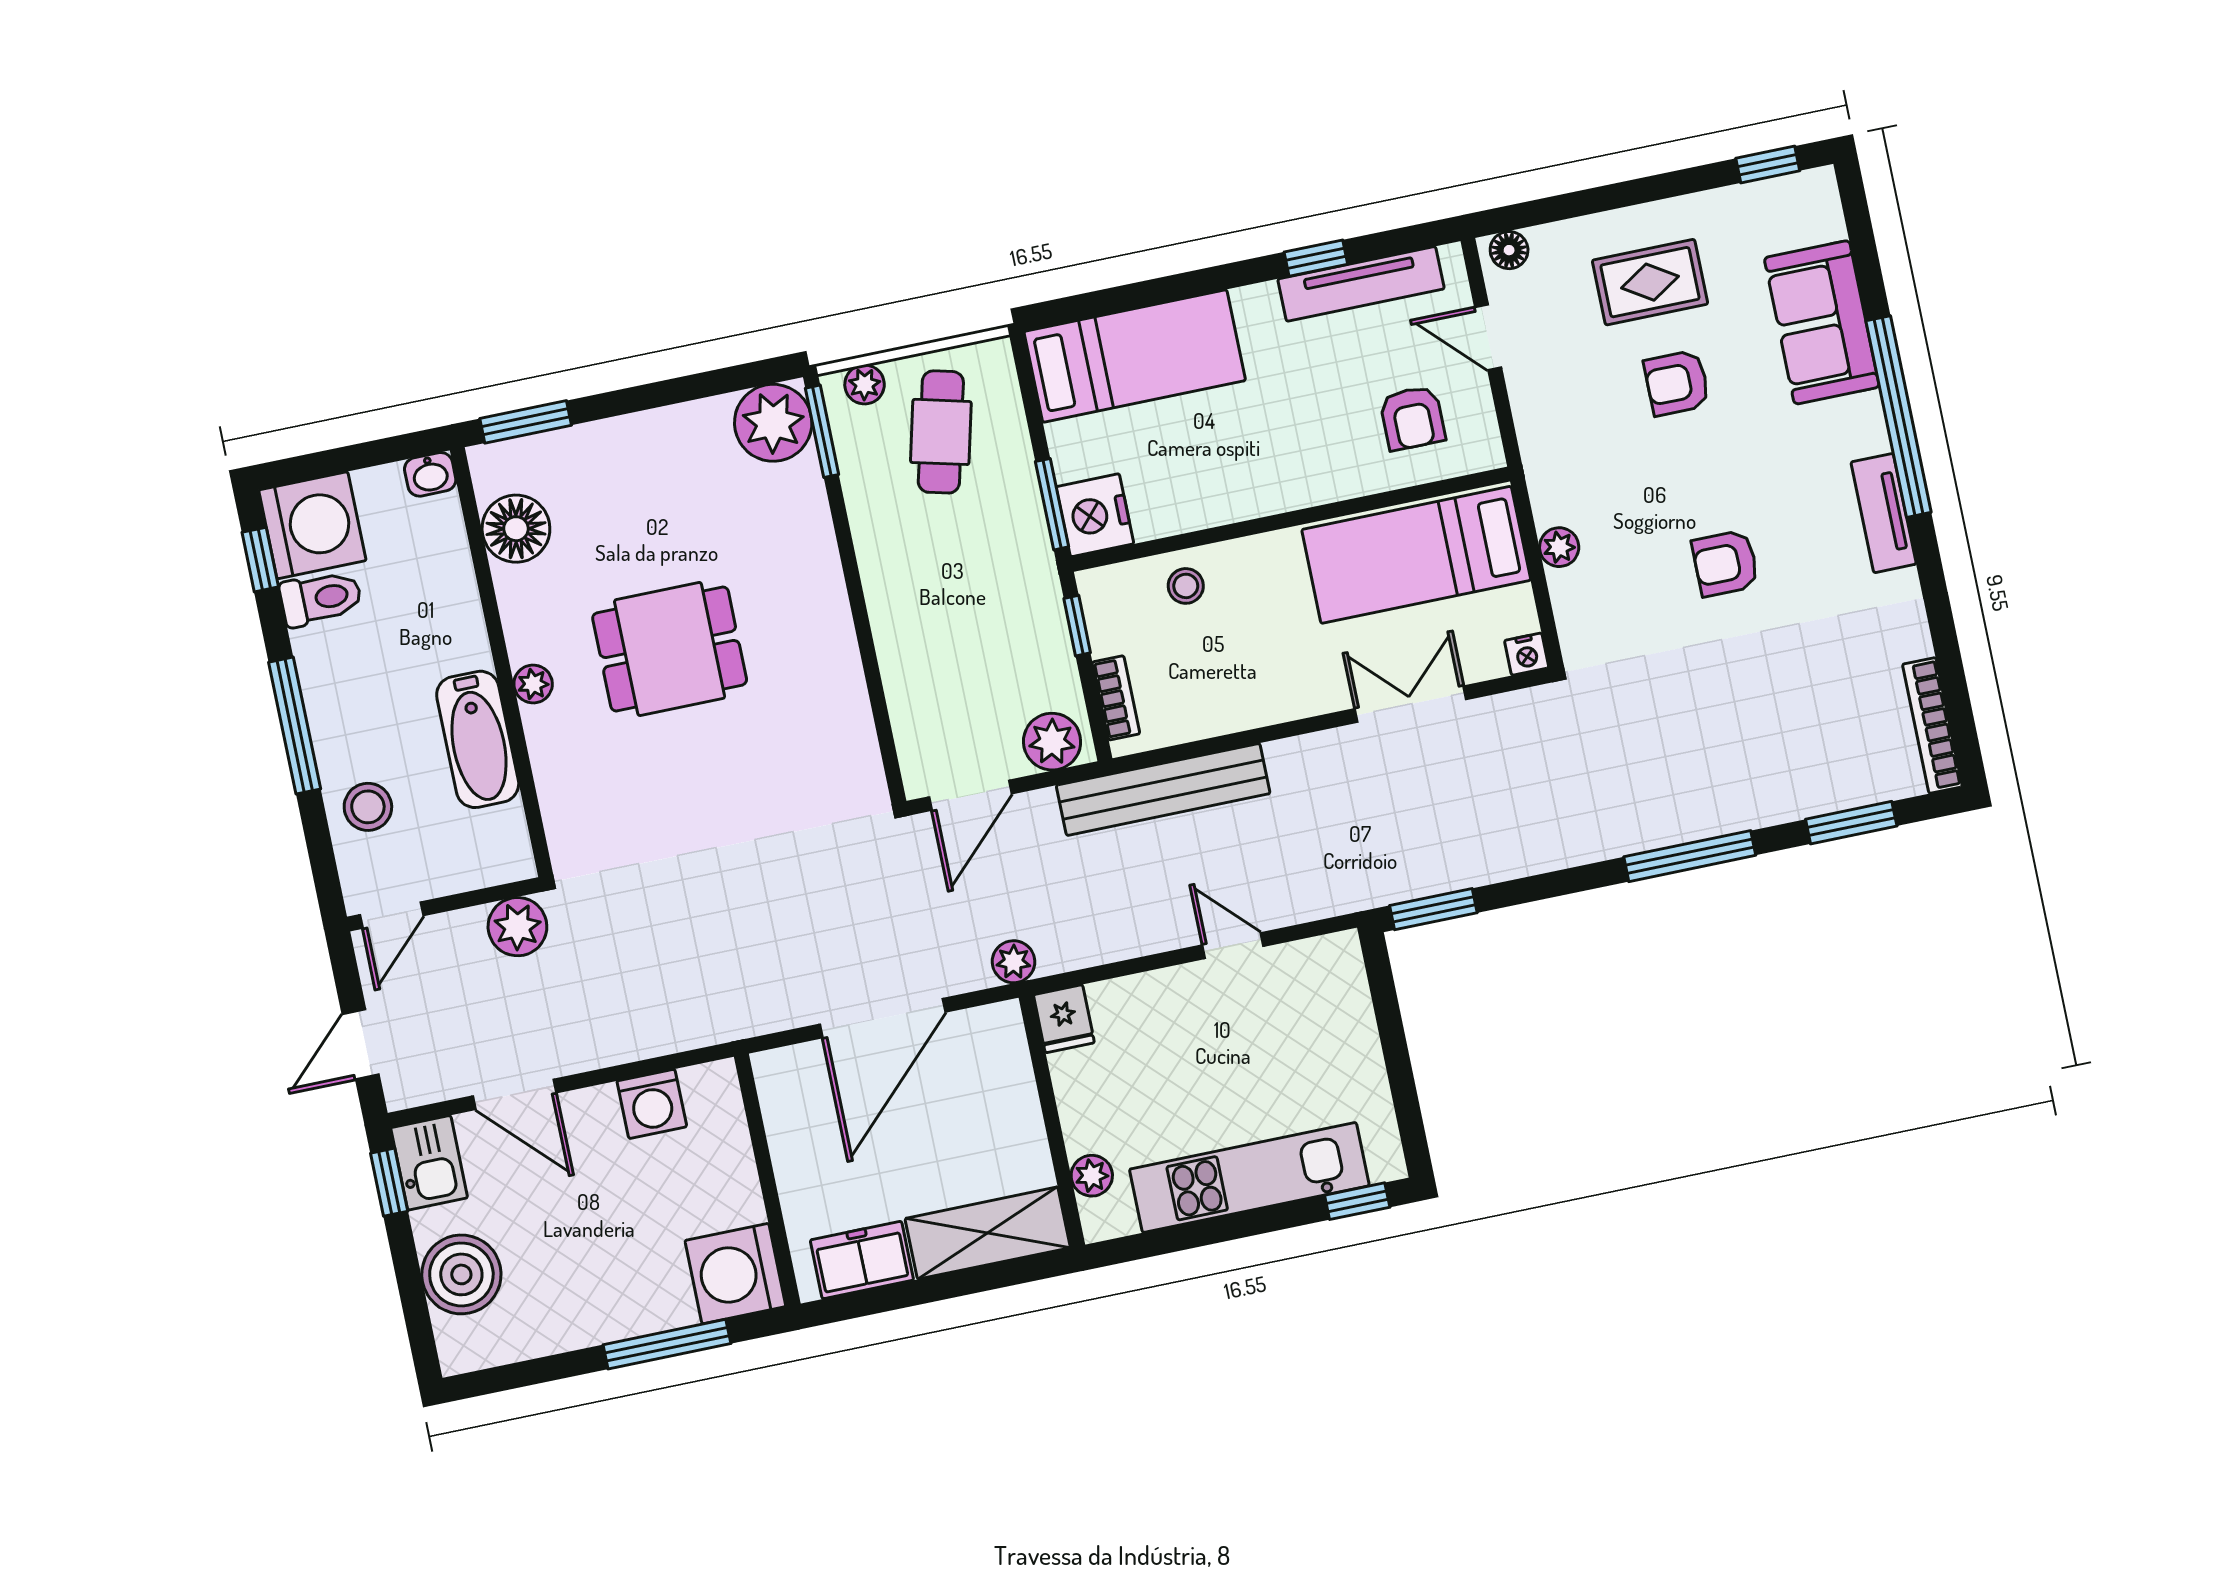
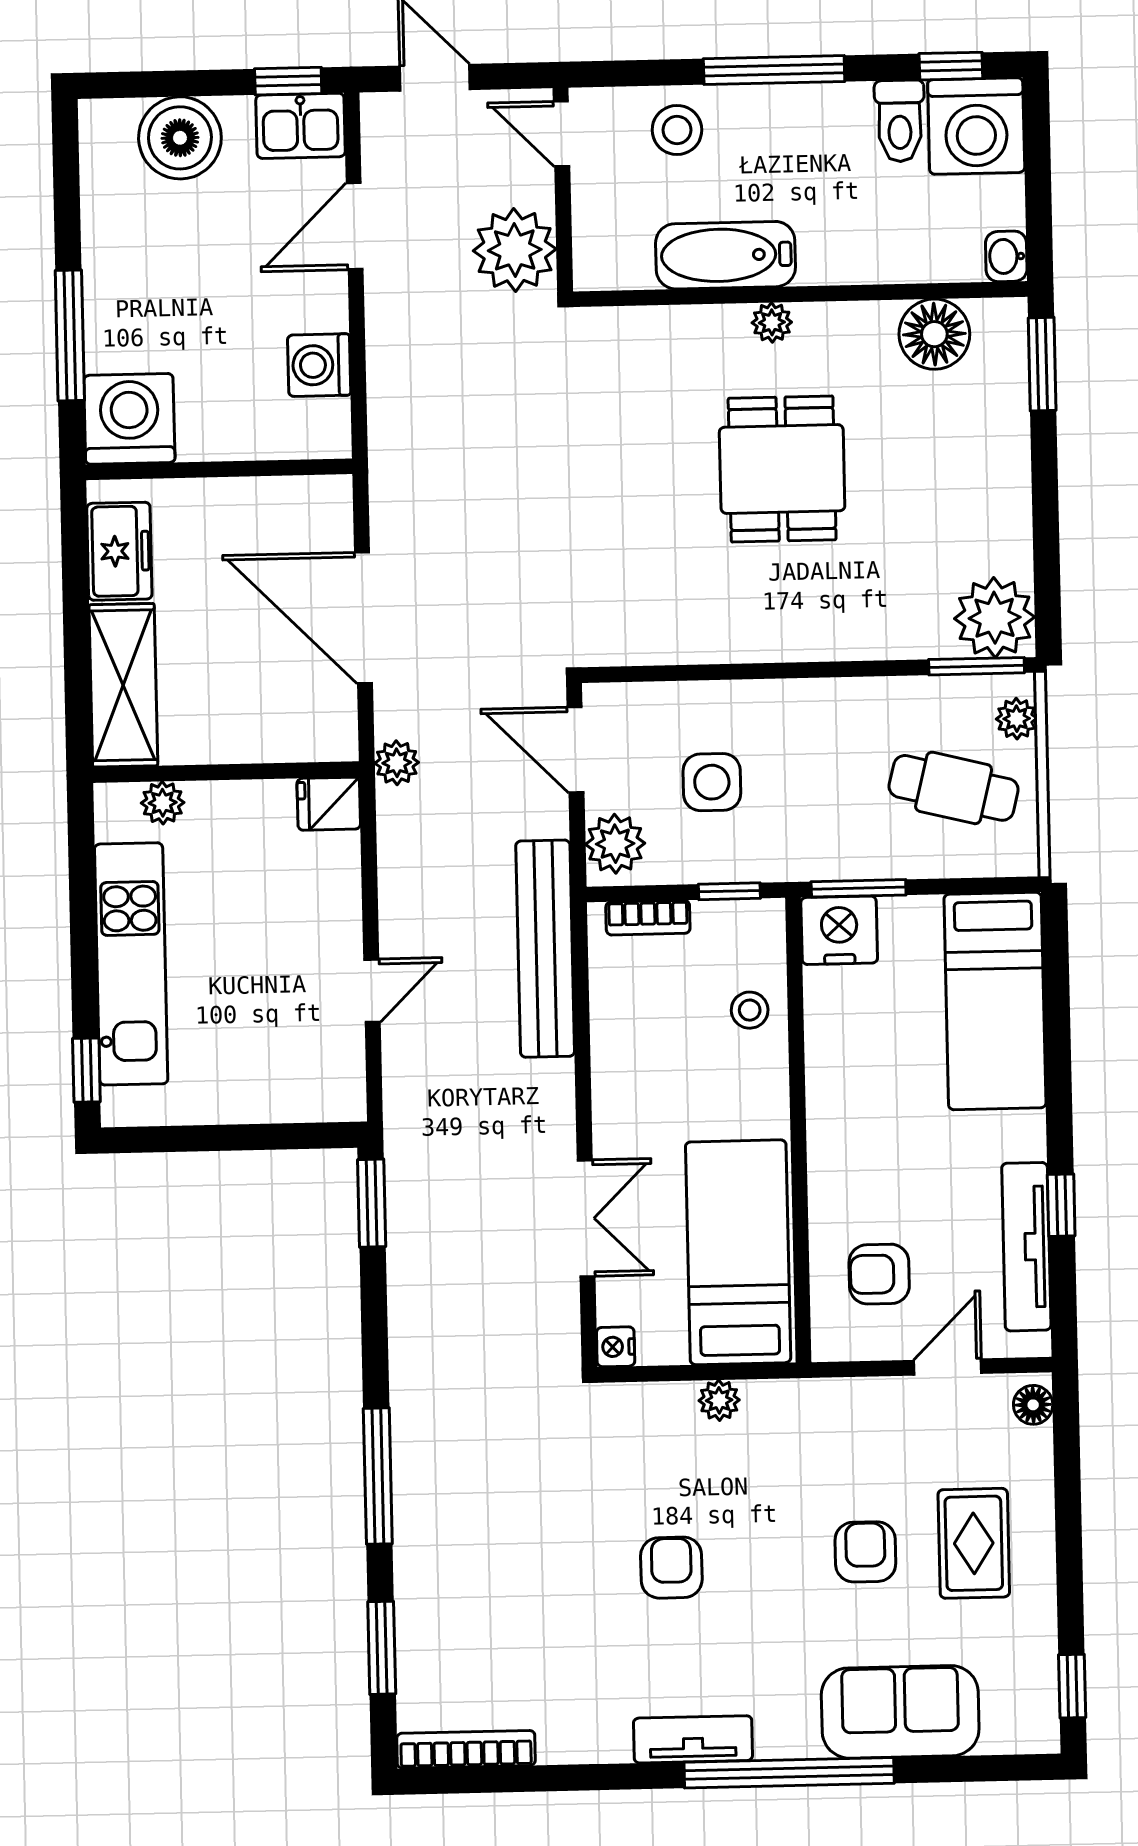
side table: (977, 661) -> (712, 782), added
plant: (517, 927) -> (515, 250), width x1.36, depth x1.36

